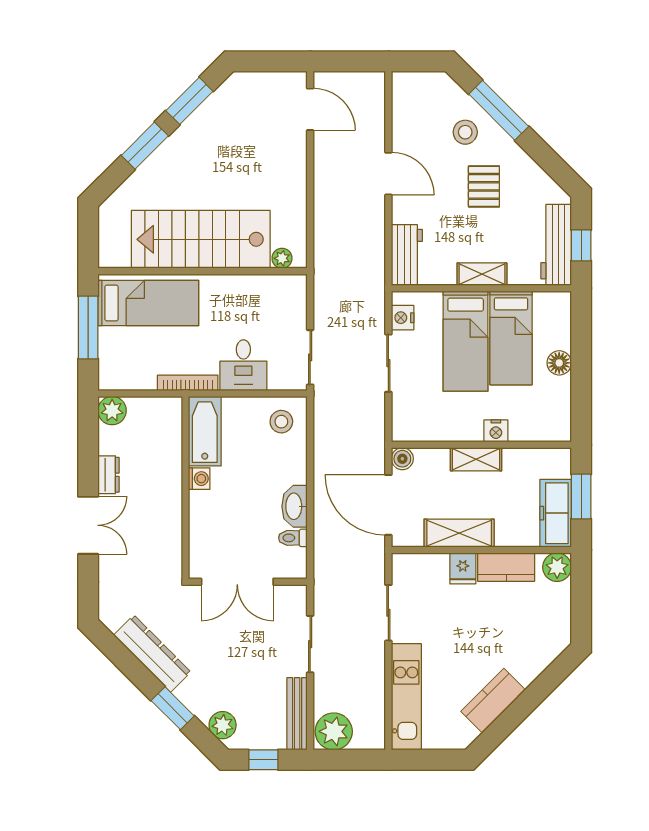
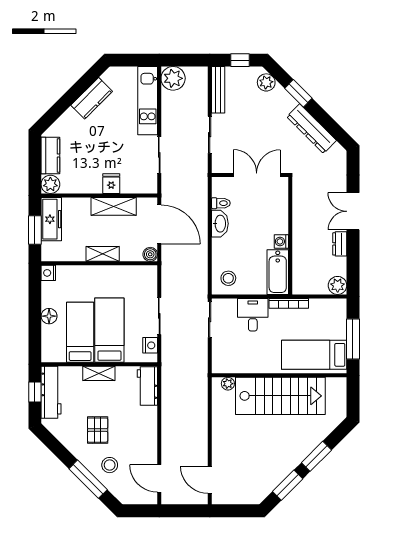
door: (388, 174) -> (159, 478), moved
nightstand: (496, 431) -> (48, 273), moved, turned -90
kitchen counter: (506, 567) -> (50, 156), moved, turned 90
plant: (334, 731) -> (173, 78), moved

